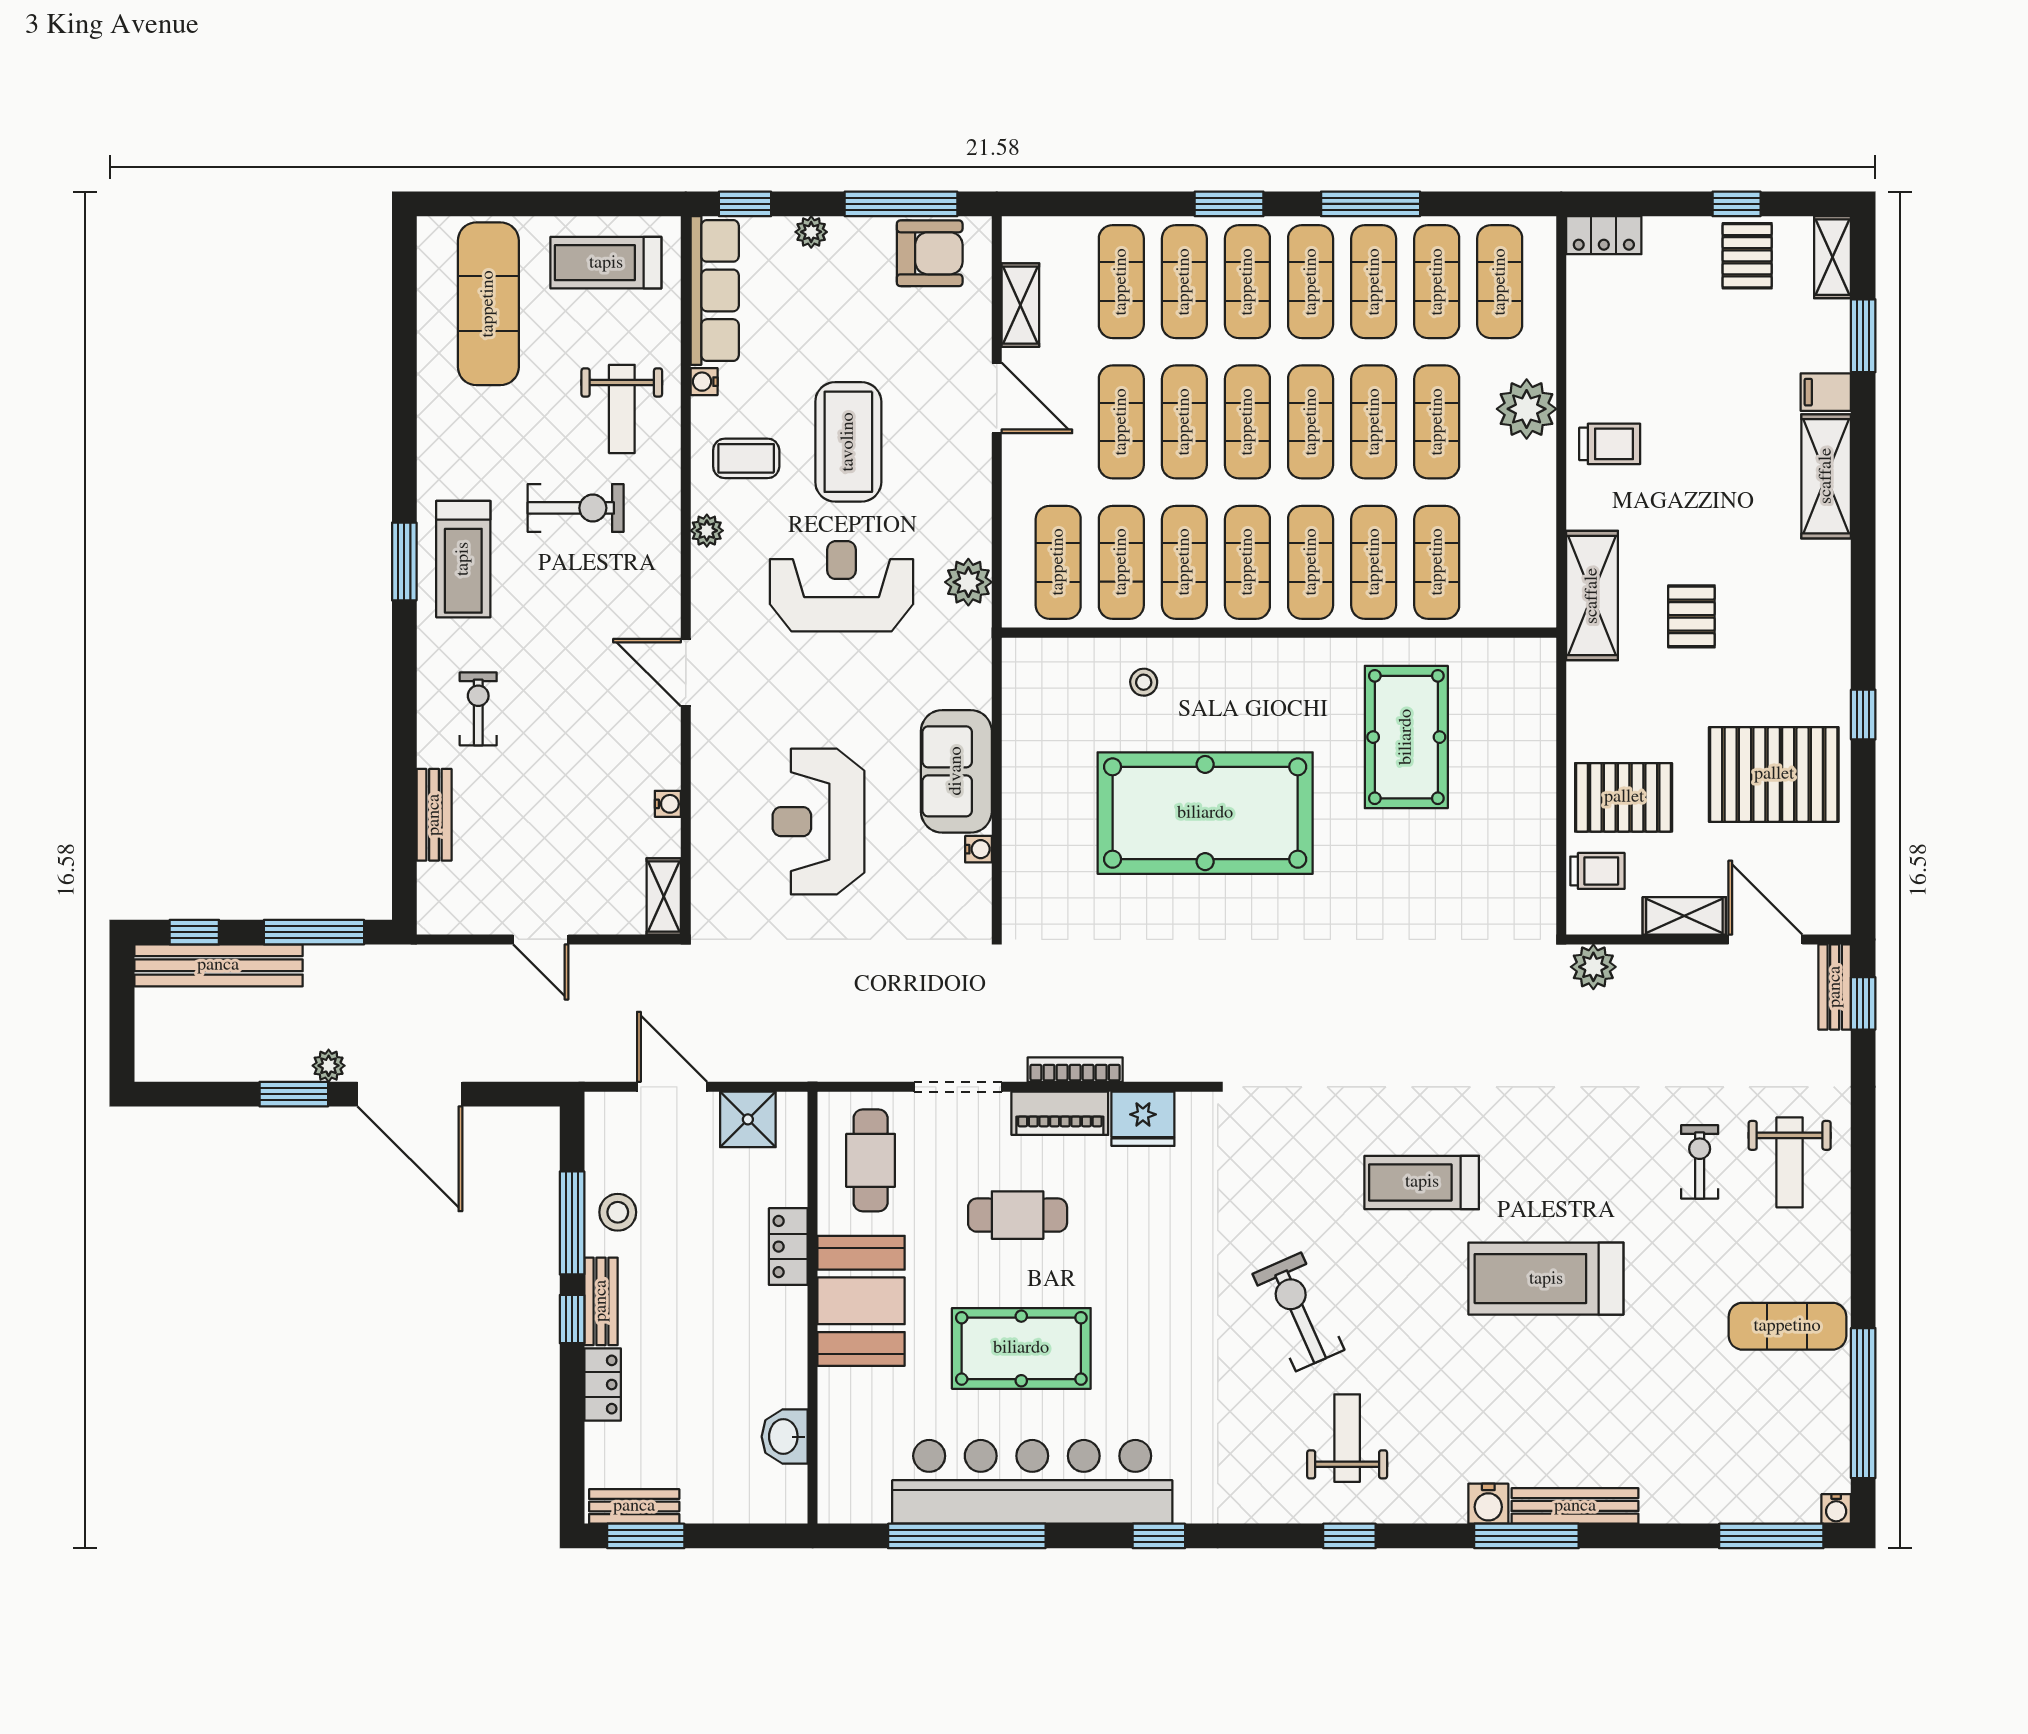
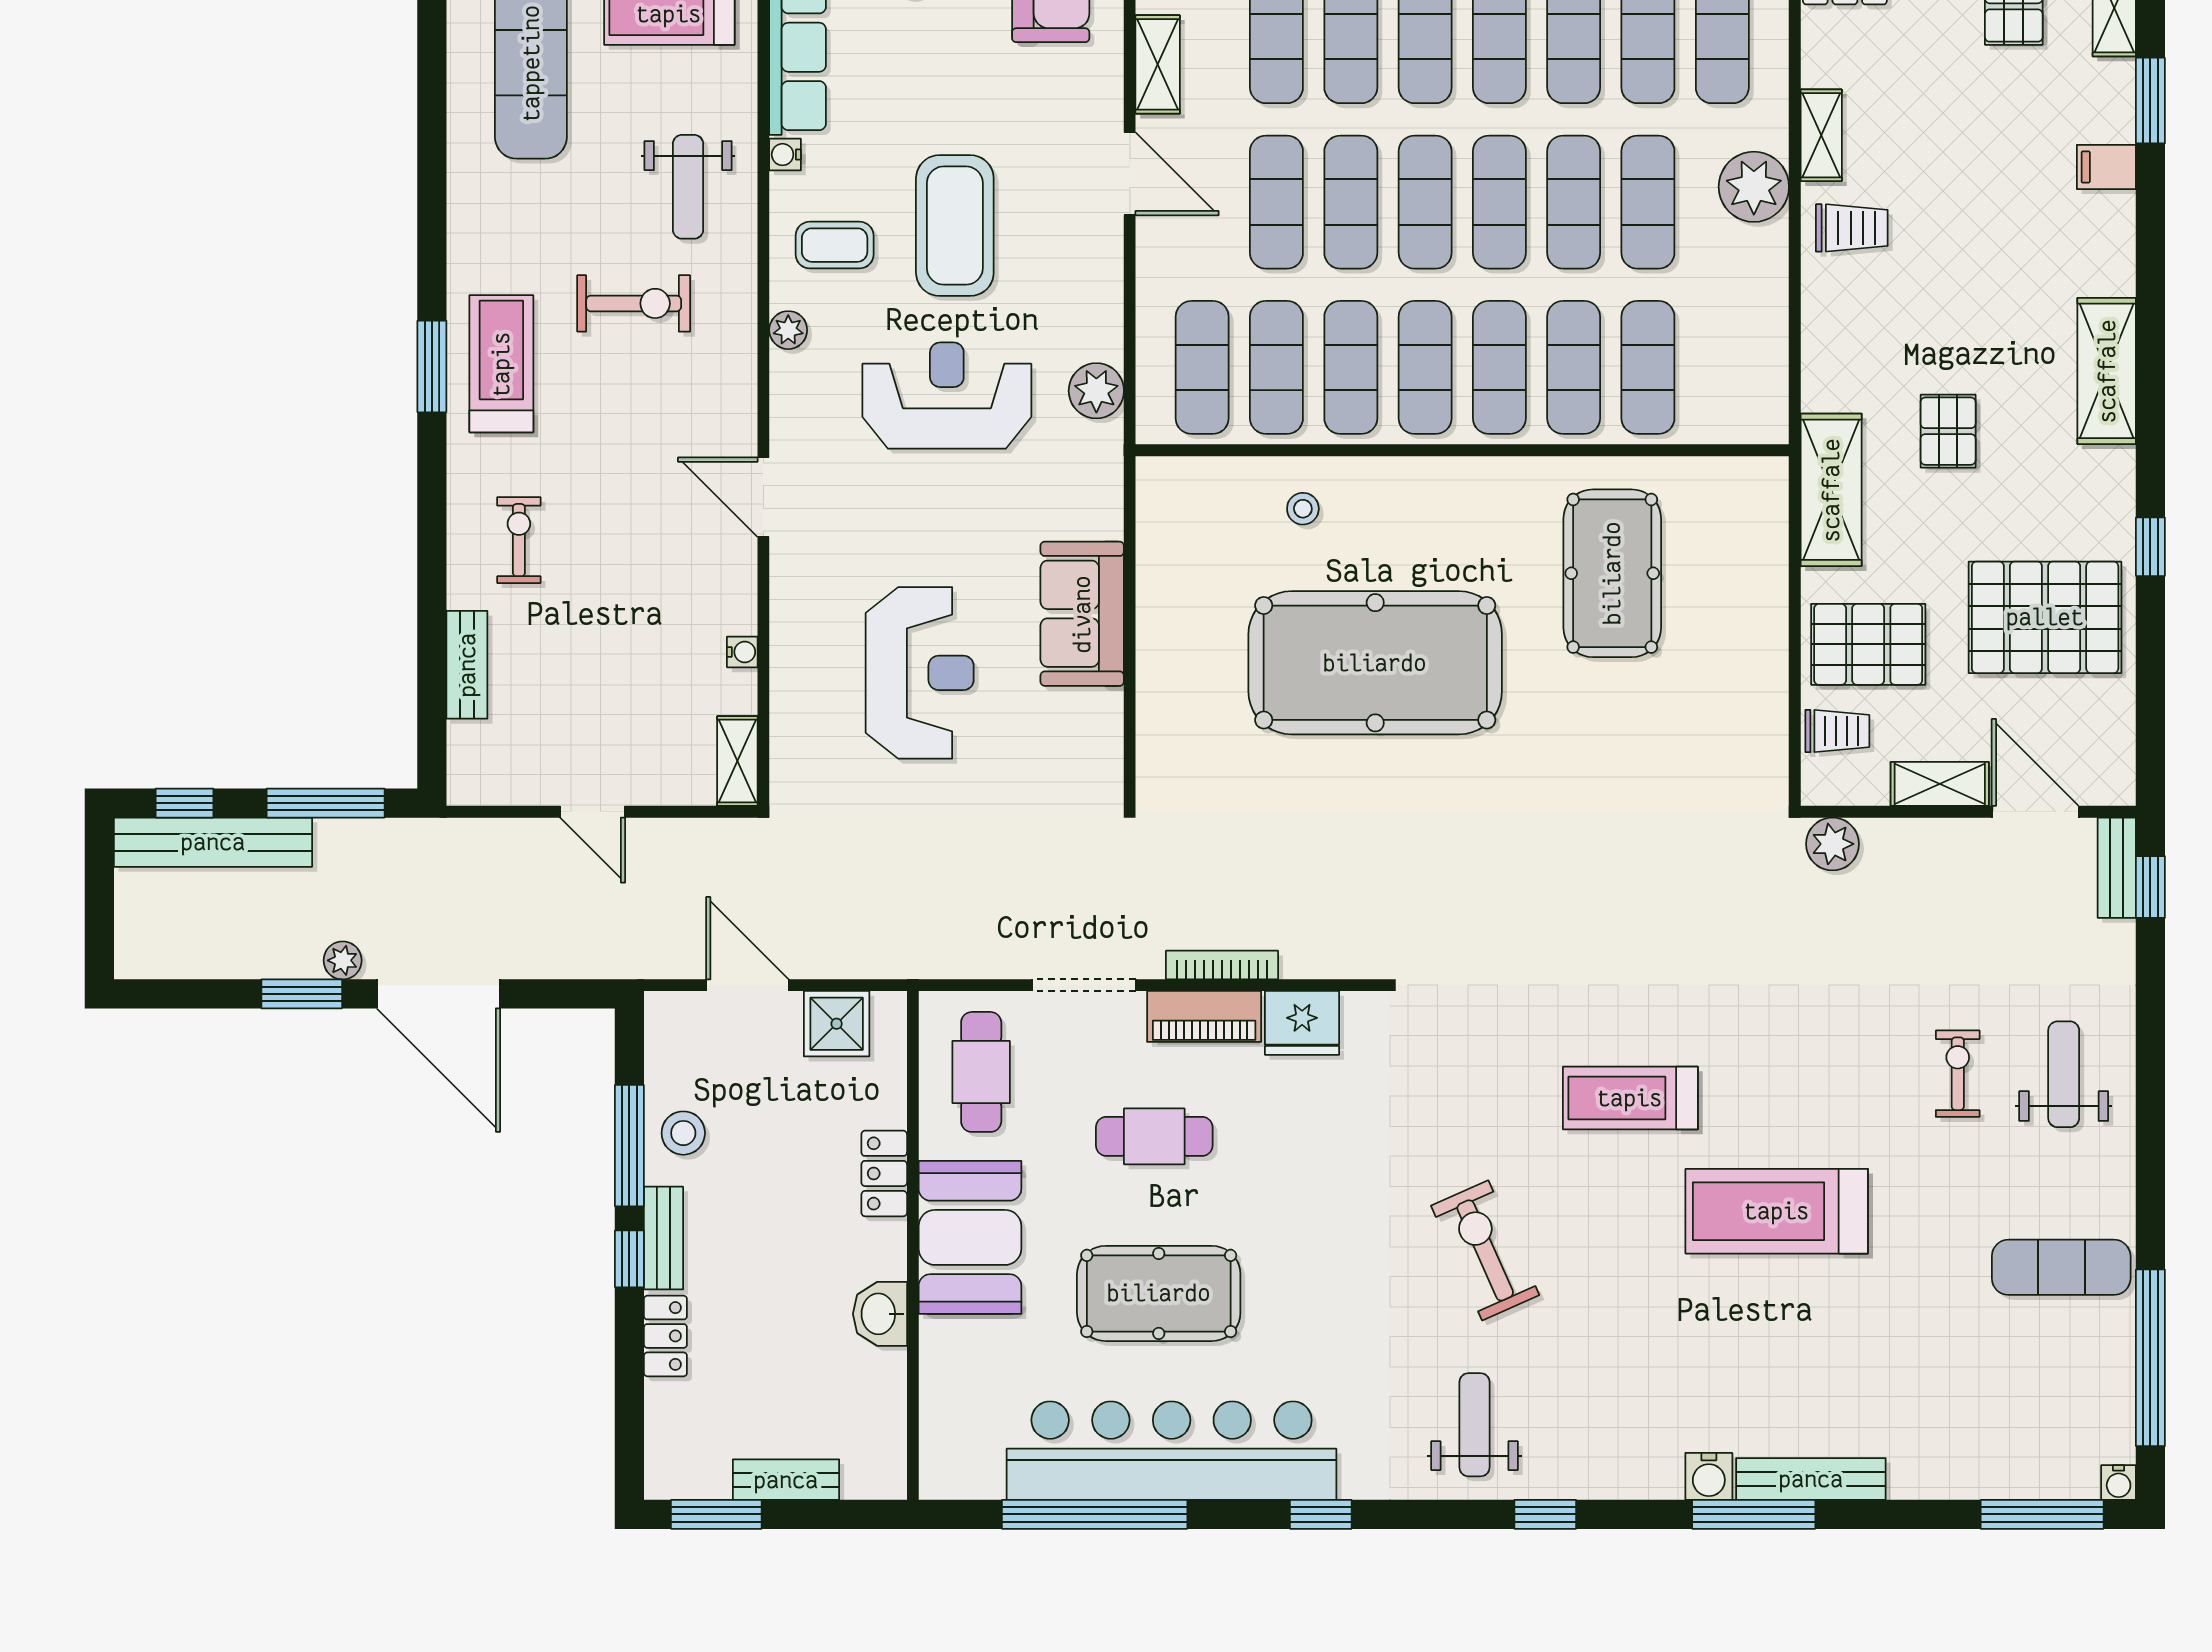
shelving: (1584, 365) -> (1821, 135), added
shelving: (1826, 476) -> (2107, 371), moved
treadmill: (463, 559) -> (501, 364), turned 180
shelving: (1592, 596) -> (1831, 490), moved
reception desk: (818, 822) -> (920, 673), turned 180
water cooler: (979, 849) -> (1108, 705), removed
weight bench: (1790, 1162) -> (2064, 1074), turned 180
washbasin: (785, 1437) -> (880, 1314), moved
weight bench: (1347, 1438) -> (1474, 1425), moved
bench: (634, 1506) -> (786, 1480), moved

